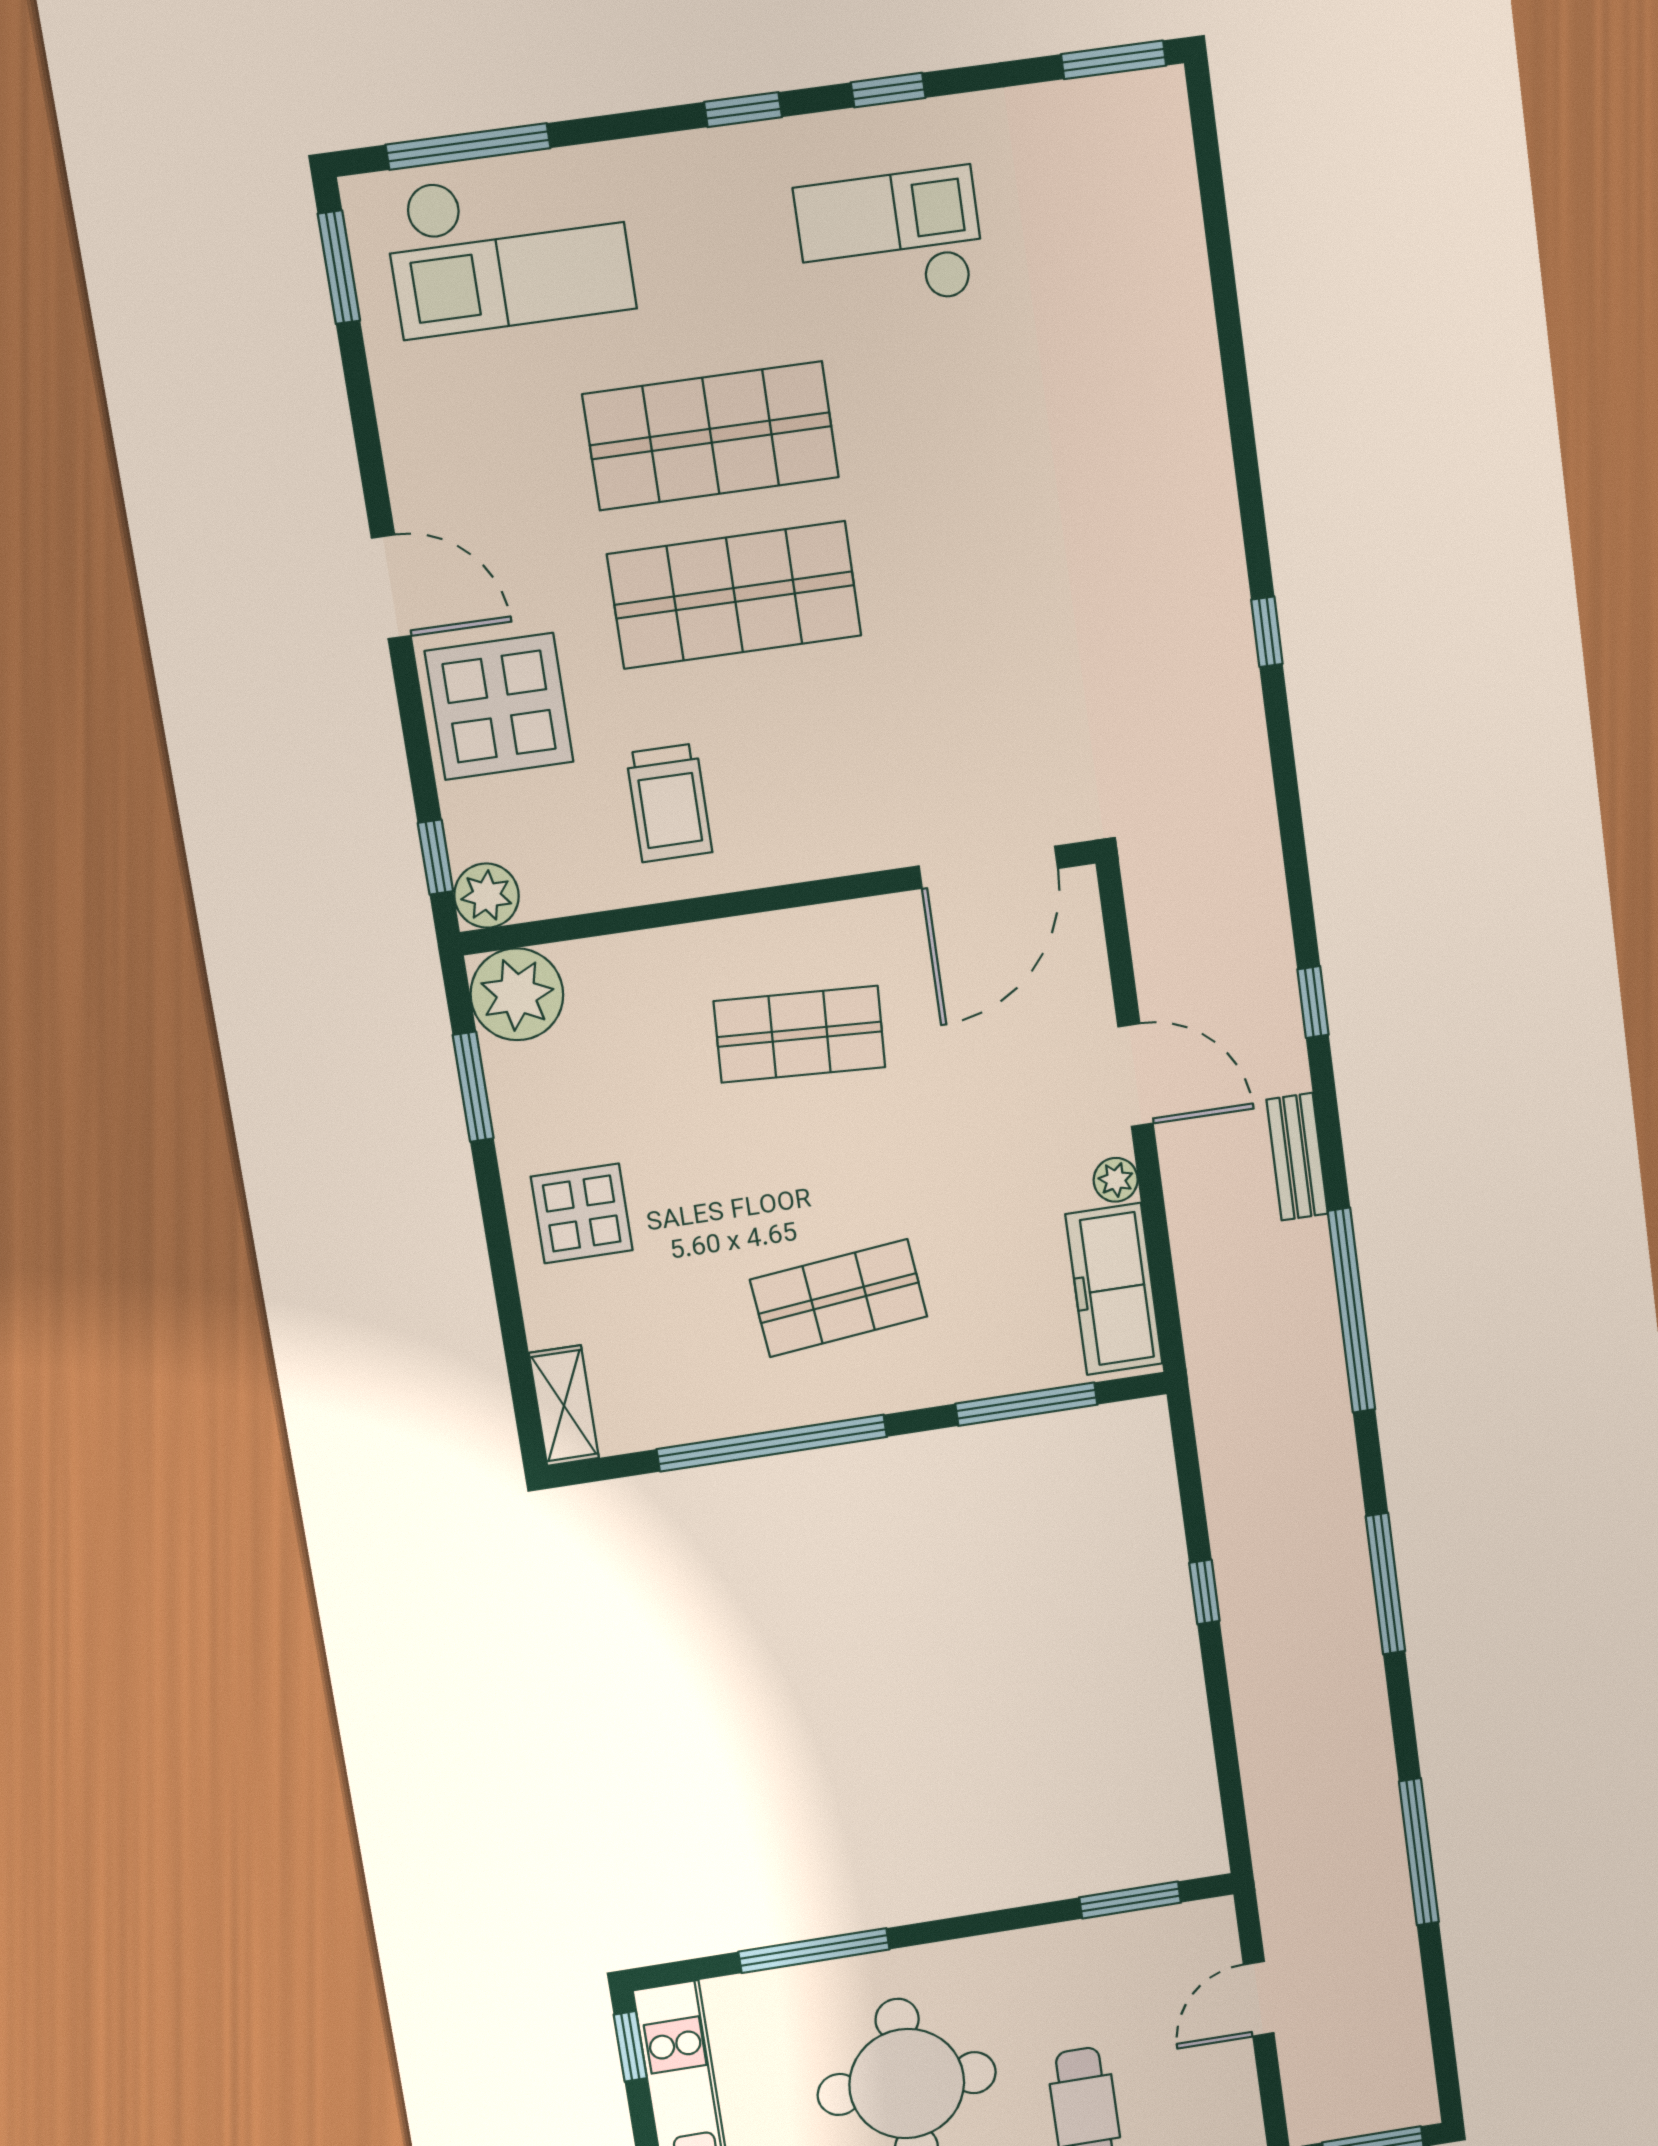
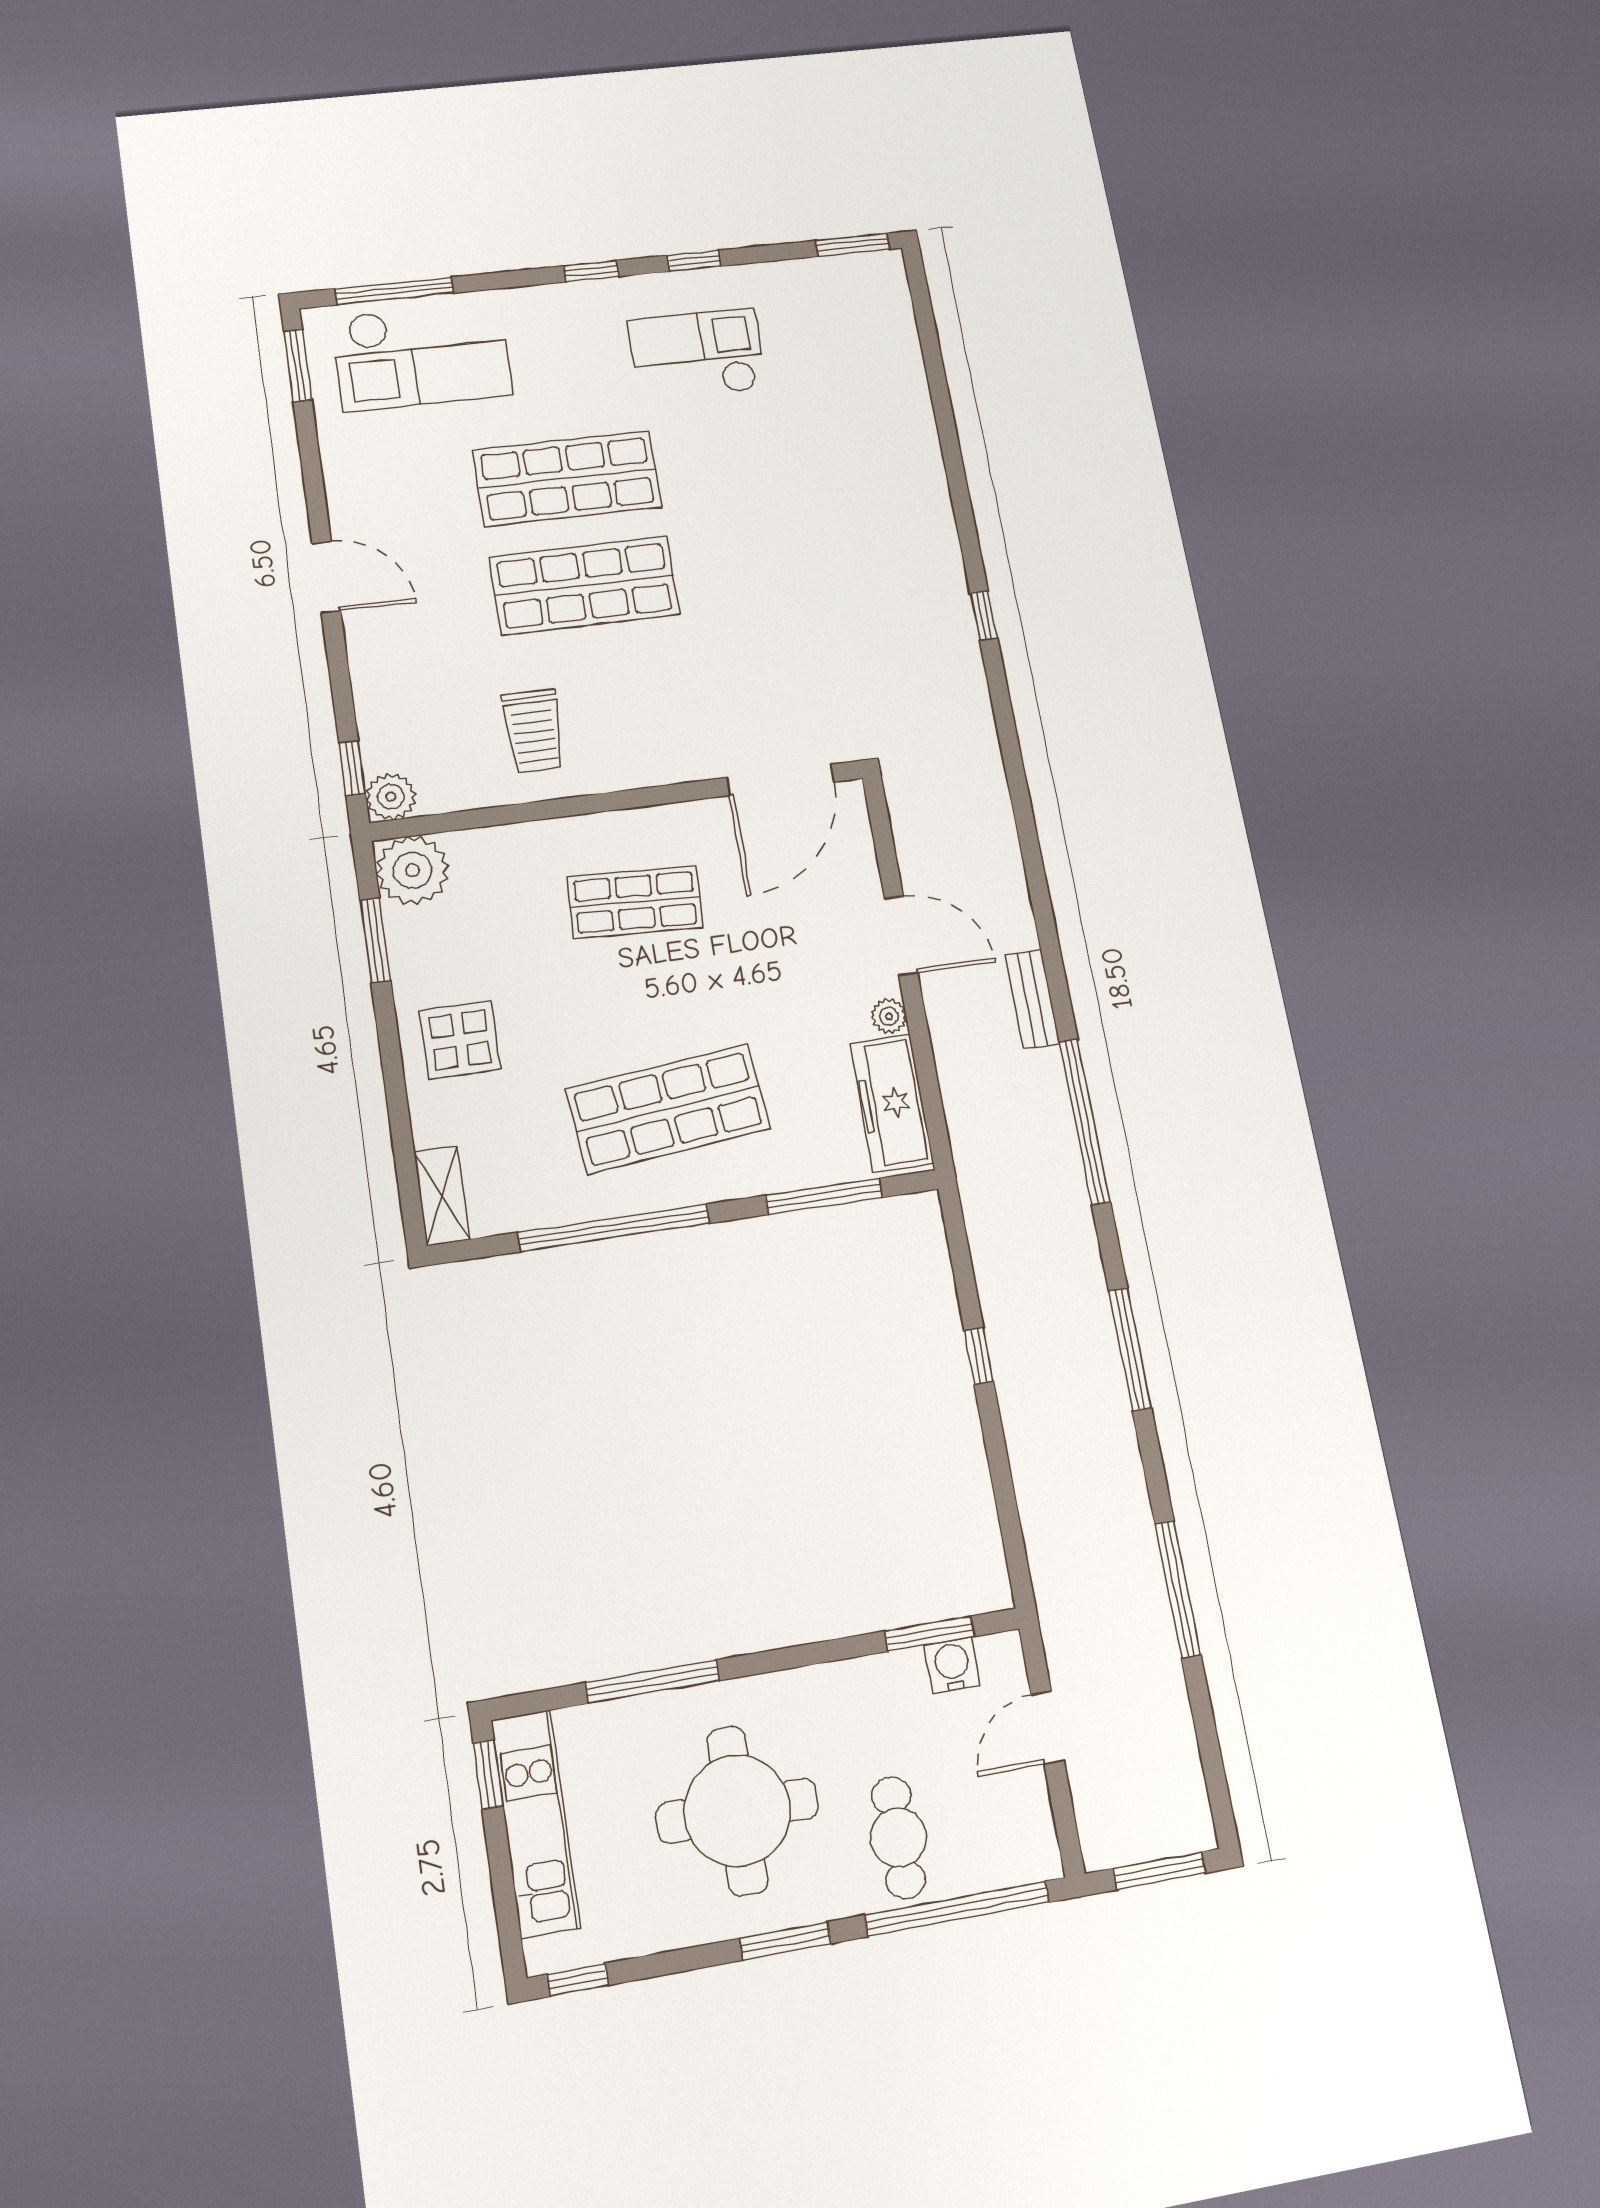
display table: (499, 706) -> (405, 661), removed
window: (1313, 1002) -> (1037, 882), removed
shop shelf: (839, 1298) -> (668, 1109), width x1.43, depth x1.36
water cooler: (1154, 1934) -> (952, 1665), added

